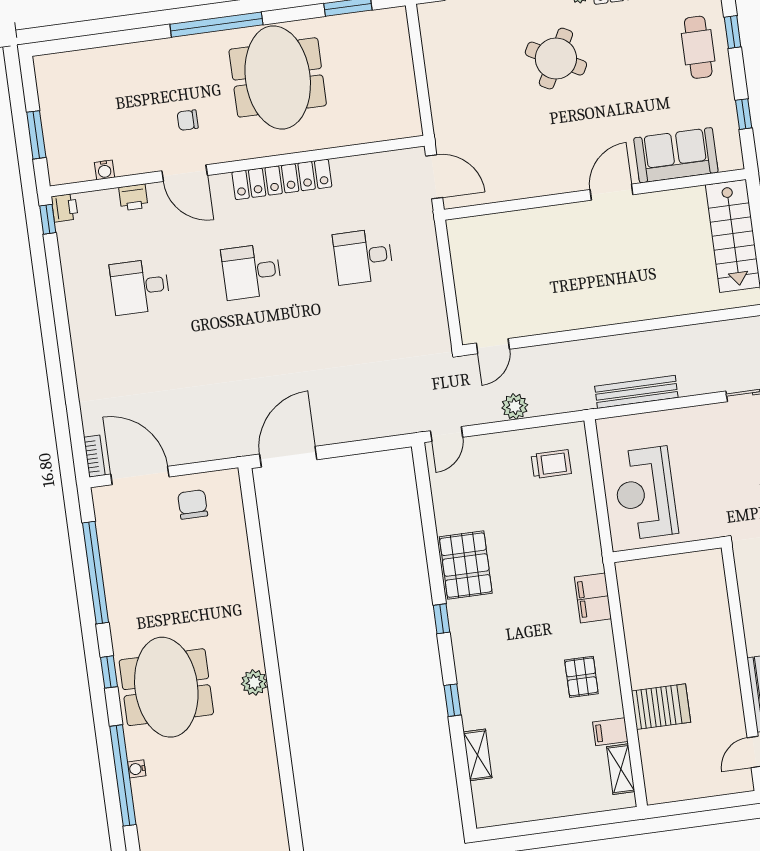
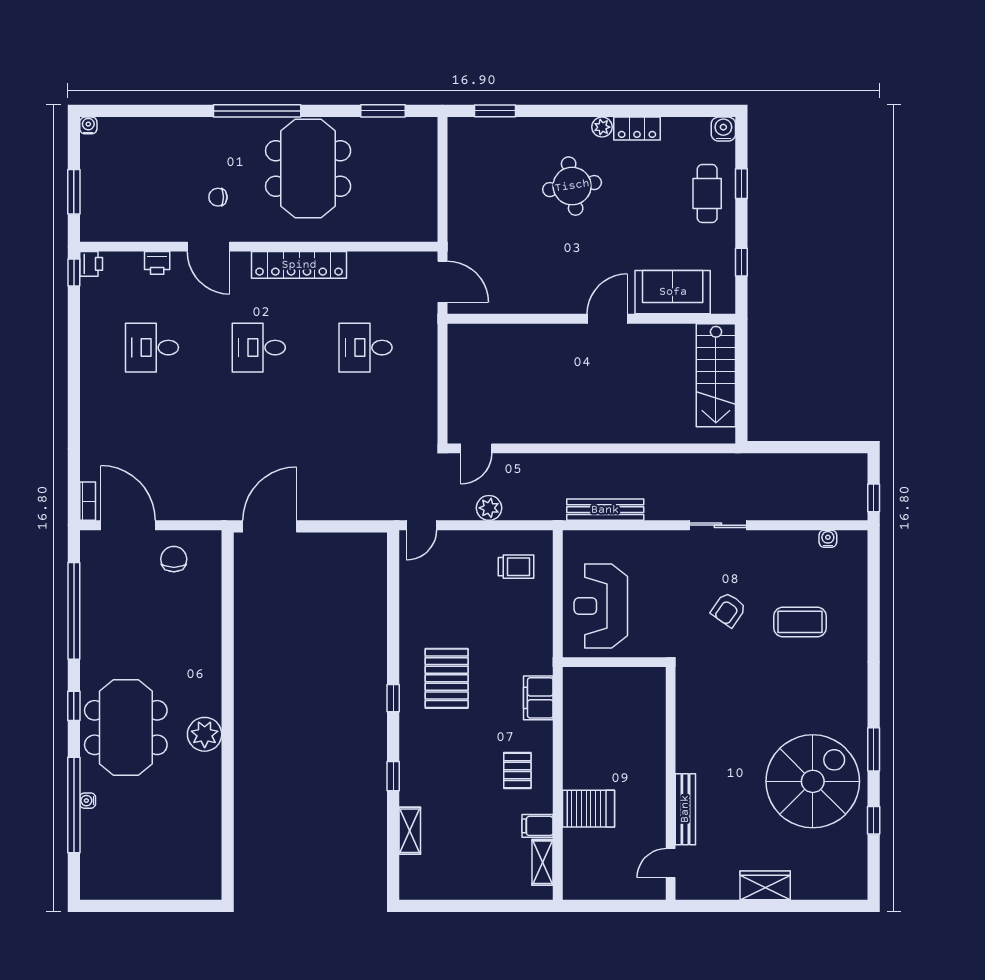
round table: (556, 59) -> (572, 186), turned -37
water cooler: (104, 170) -> (88, 125), moved, turned 180
pallet: (466, 565) -> (447, 678), moved
plant: (254, 682) -> (205, 734), width x1.36, depth x1.36

